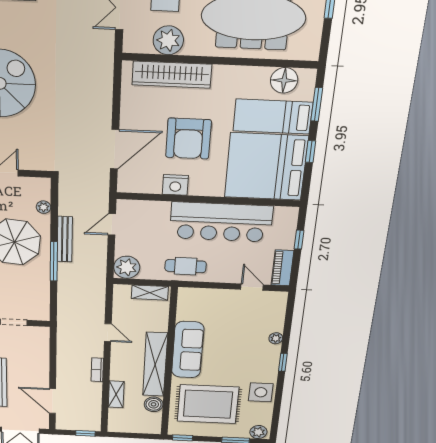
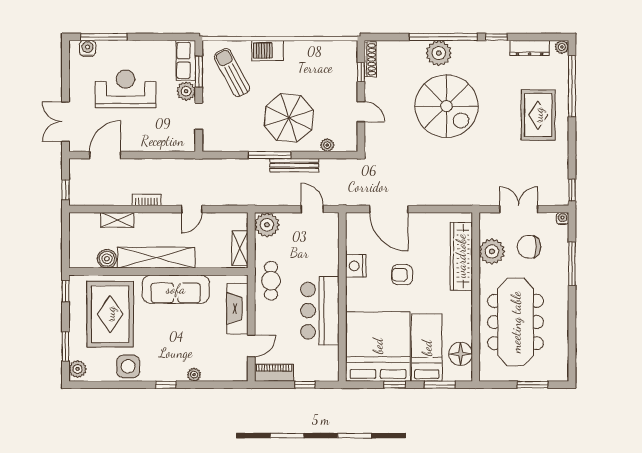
armchair: (188, 139) -> (402, 275), width x0.53, depth x0.53
bar counter: (221, 222) -> (320, 311), width x0.73
fireplace: (212, 298) -> (237, 309), added

